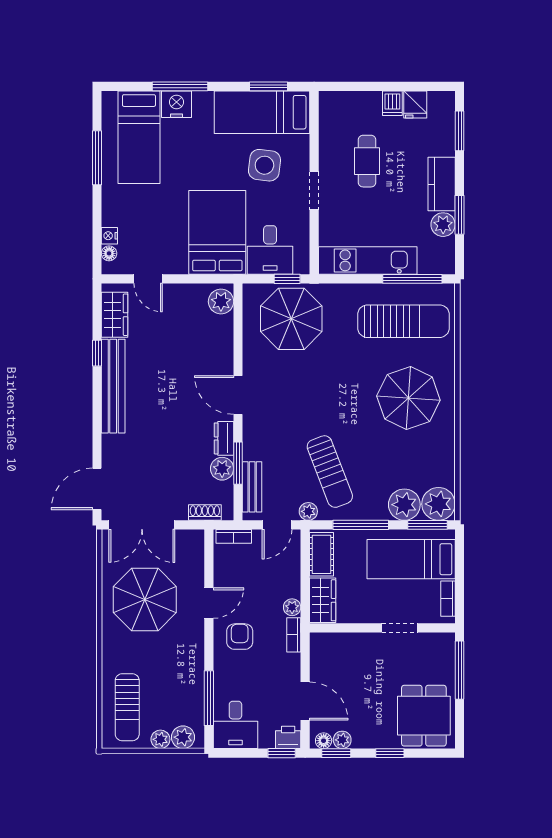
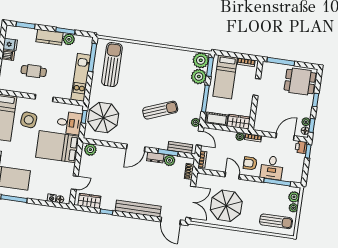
bench: (113, 386) -> (138, 208), moved
parasol: (408, 398) -> (149, 67), removed
sun lounger: (330, 472) -> (160, 110), moved
desk: (235, 725) -> (272, 168), moved, turned 90

